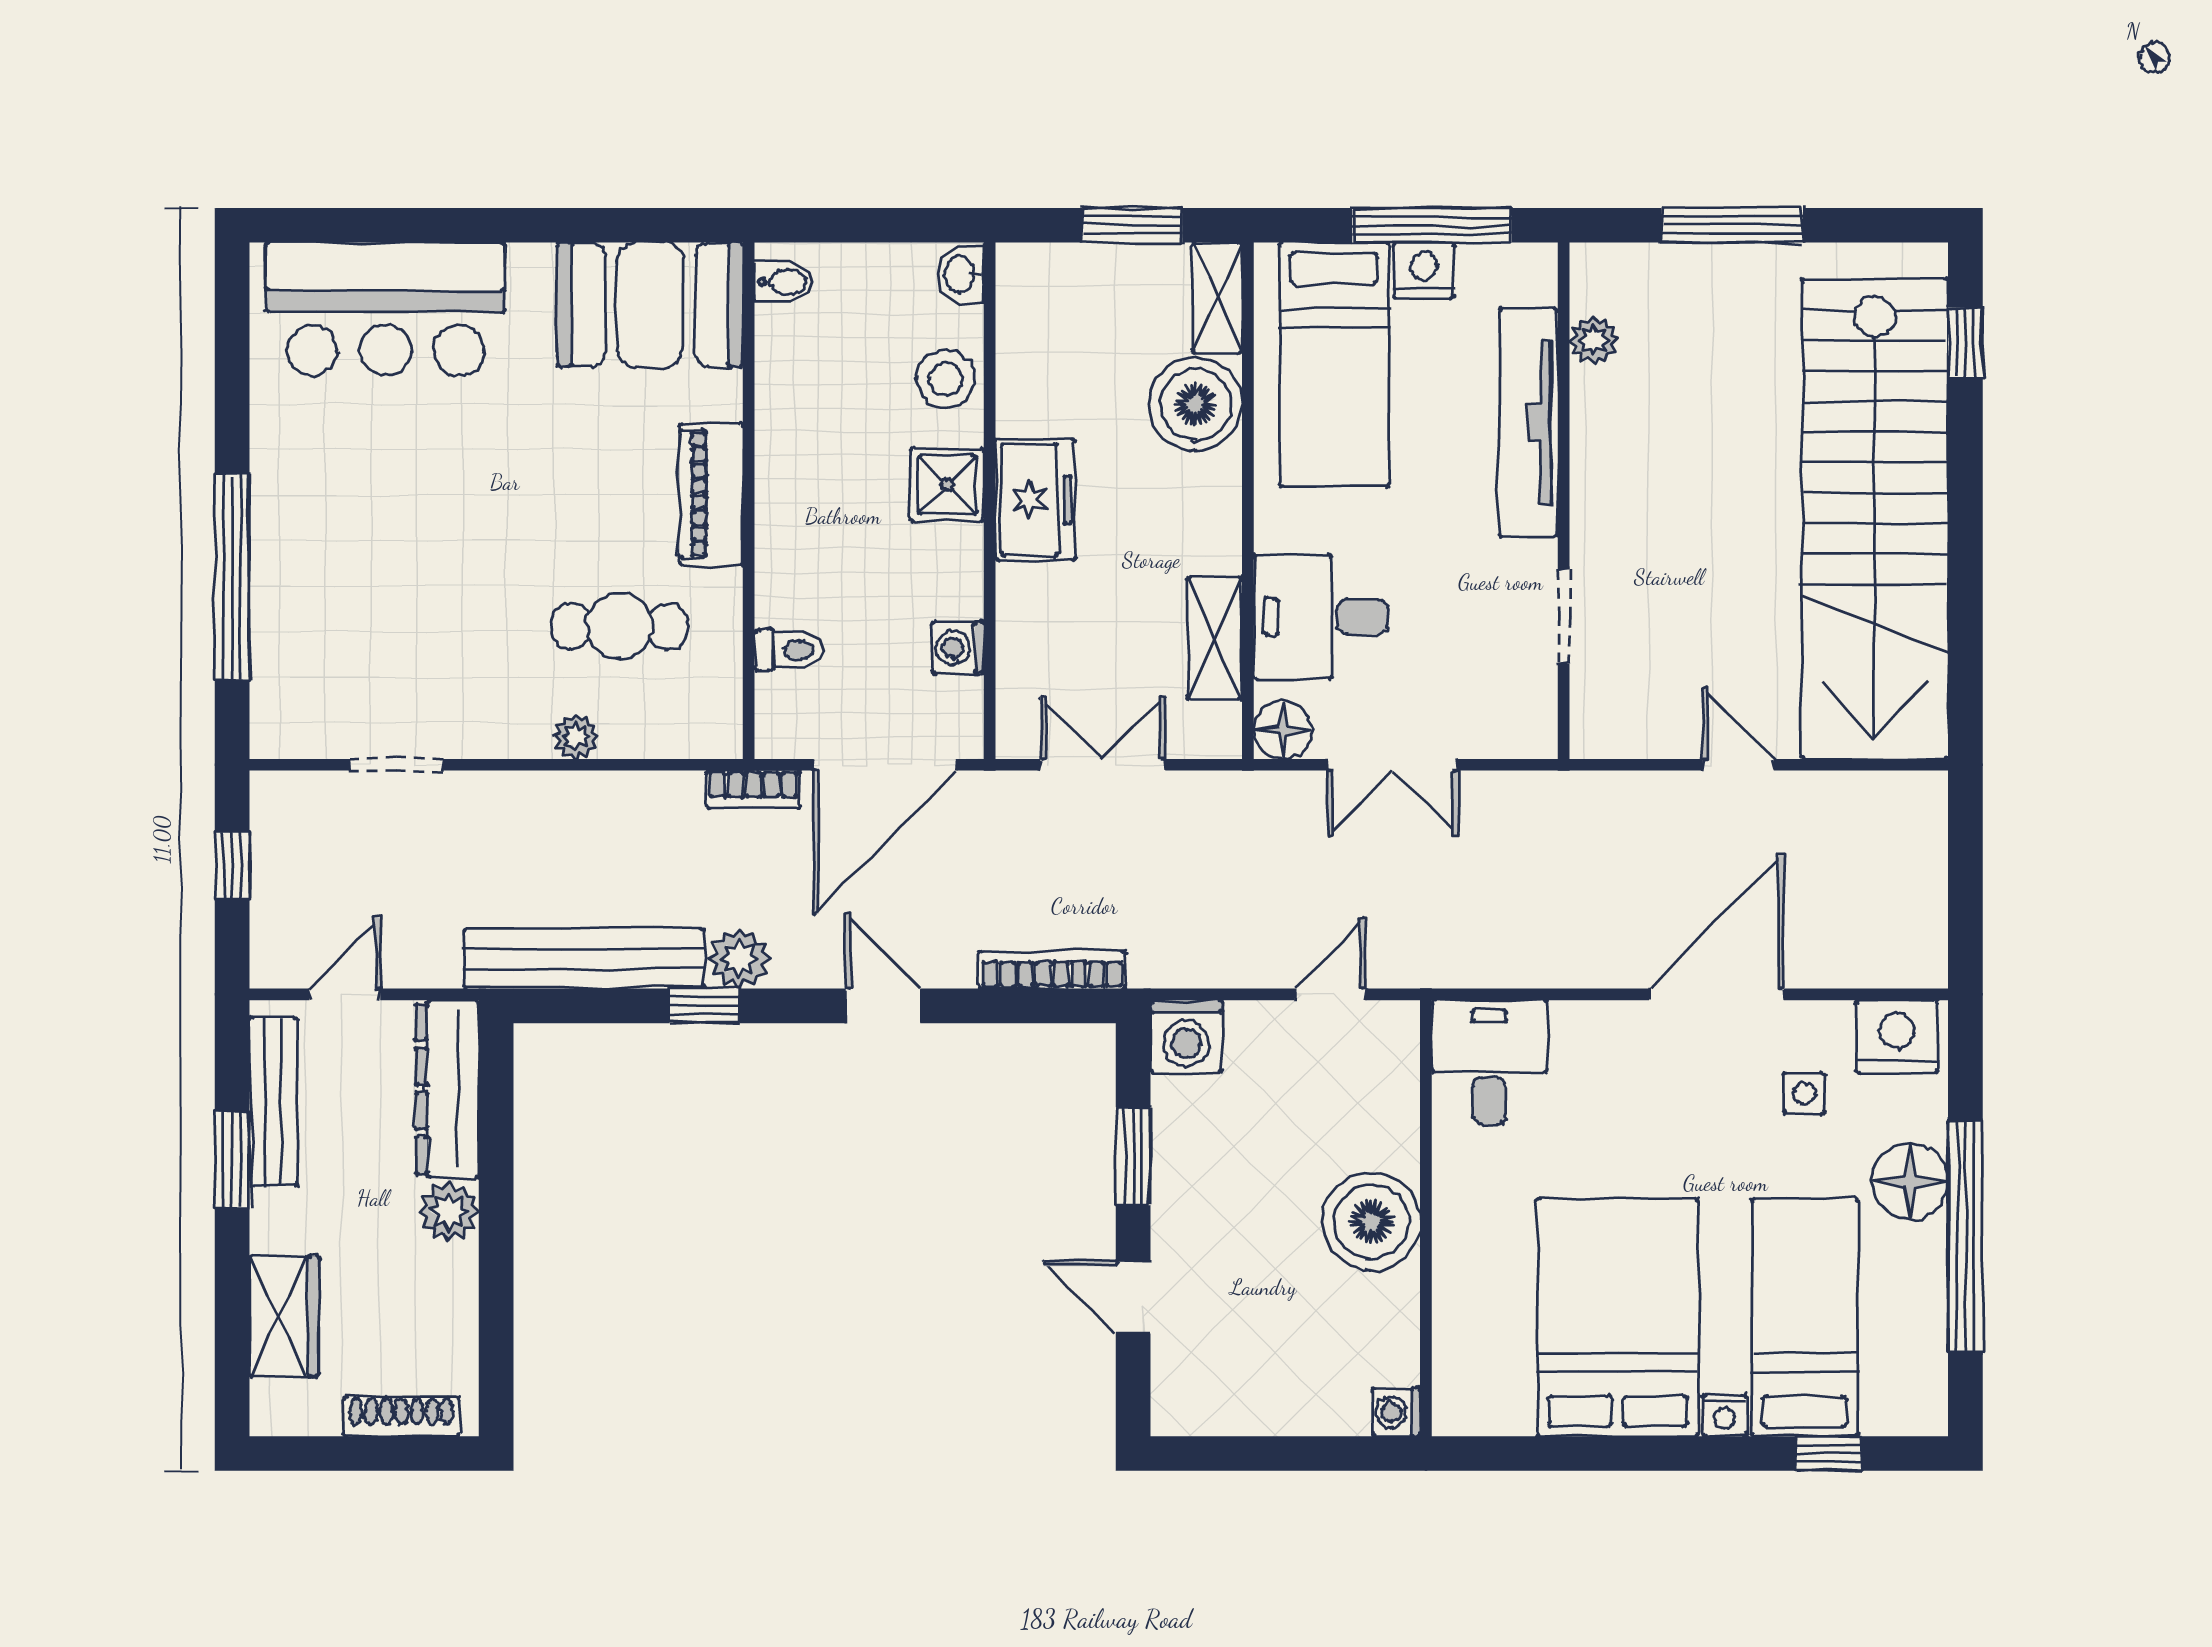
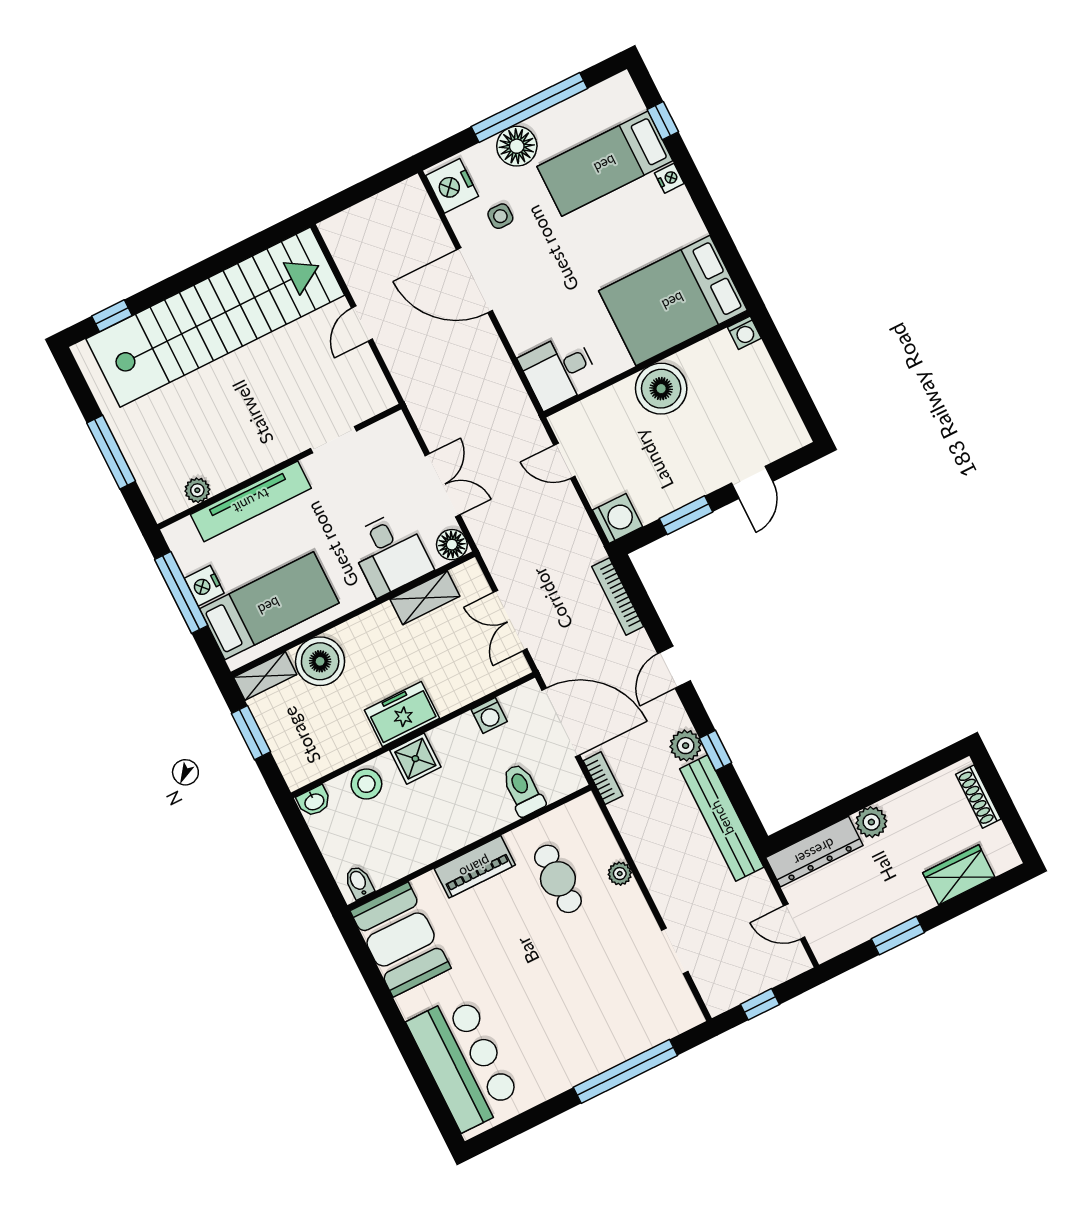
toilet: (789, 650) -> (523, 790), width x1.37, depth x1.39
bench: (273, 1102) -> (861, 930), removed
bed: (1618, 1317) -> (673, 301), moved

